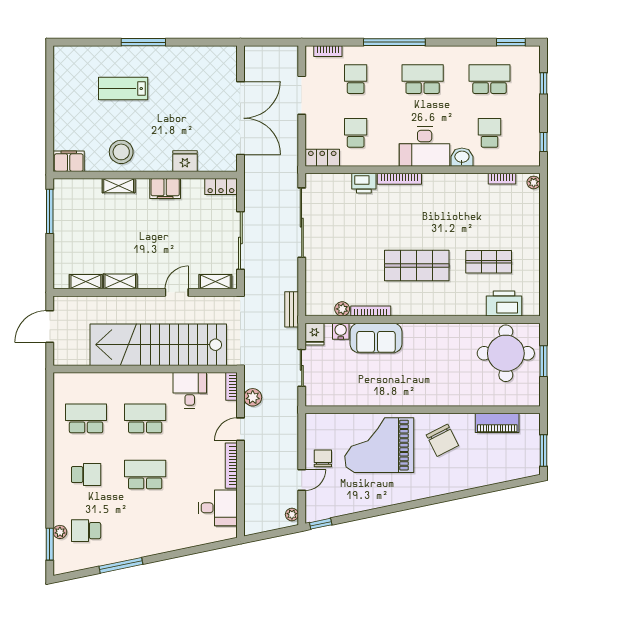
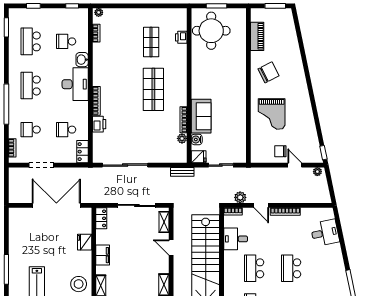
printer: (504, 304) -> (181, 37), width x0.53, depth x0.68
grand piano: (379, 445) -> (272, 114), width x0.73, depth x0.68
desk: (218, 508) -> (325, 233), moved, turned 78

